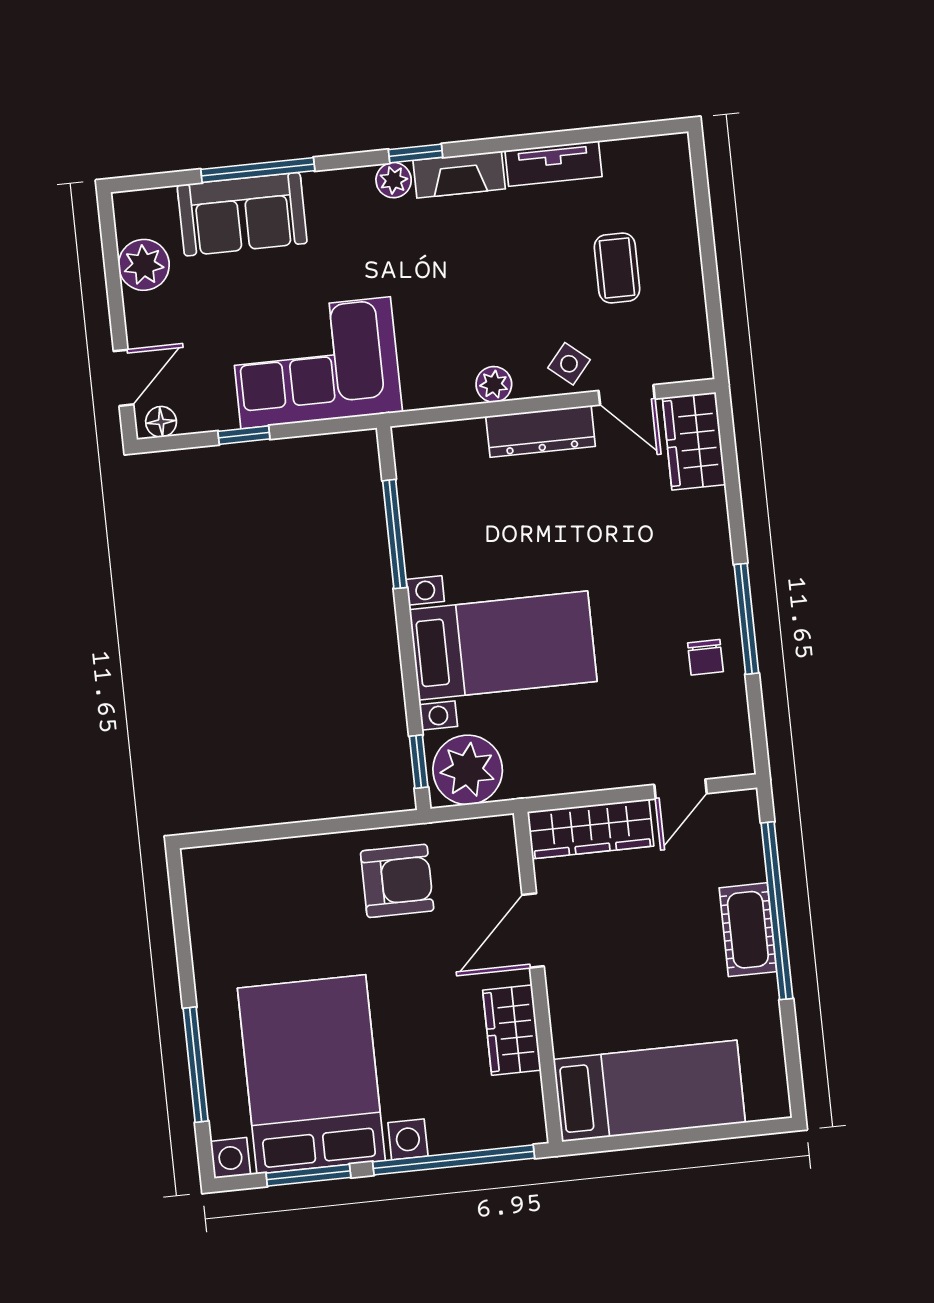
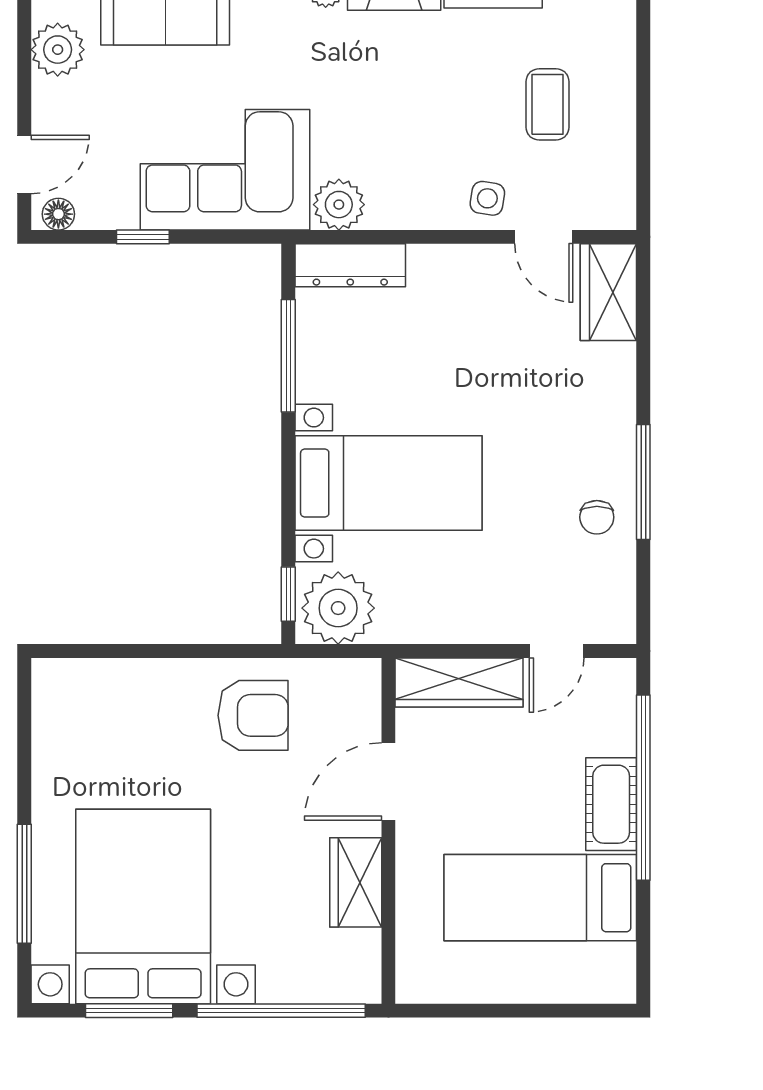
side table: (569, 364) -> (487, 198), turned -31
plant: (494, 384) -> (339, 205), moved, width x1.38, depth x1.38
dresser: (541, 431) -> (350, 265), moved
bed: (649, 1091) -> (540, 898), moved, turned 180

